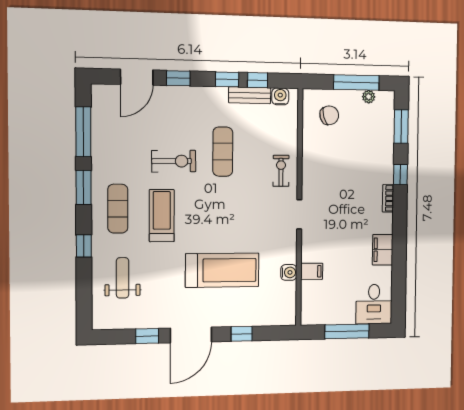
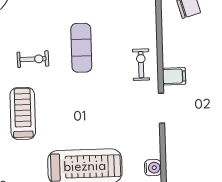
exercise bike: (174, 161) -> (33, 59), width x0.73, depth x0.72
filing cabinet: (312, 271) -> (174, 76), moved

